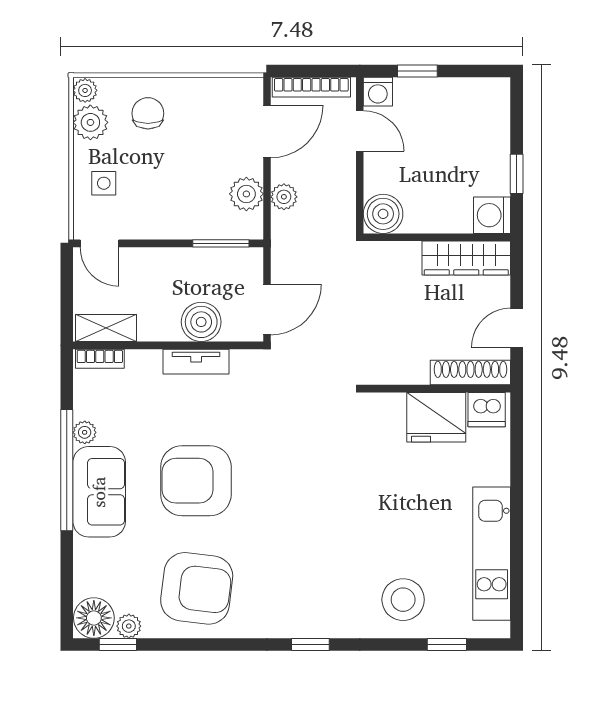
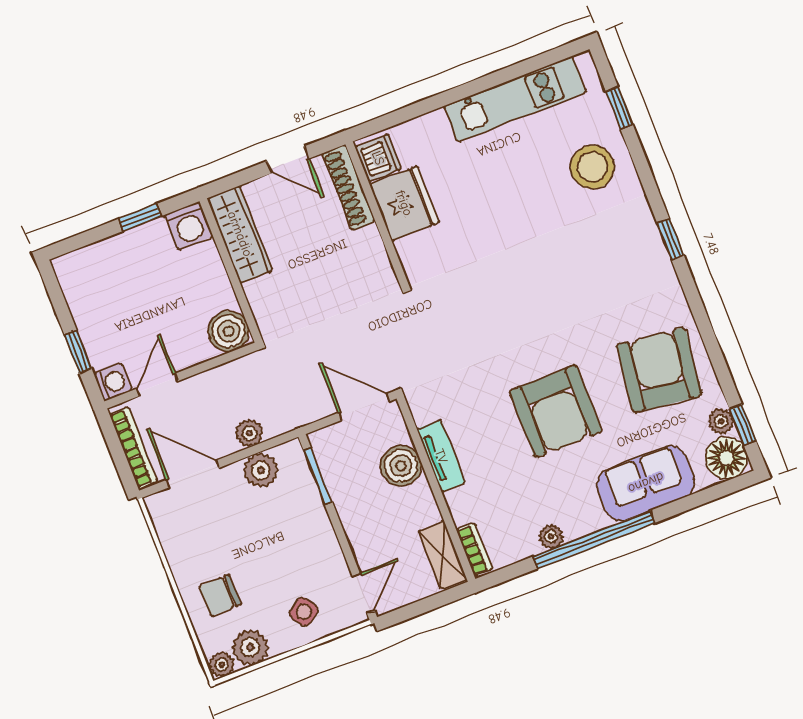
side table: (104, 183) -> (304, 612), turned -35
sofa: (99, 492) -> (646, 483), moved

